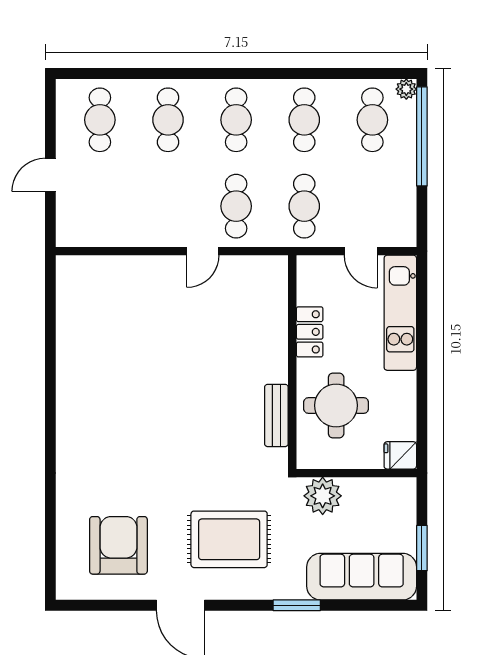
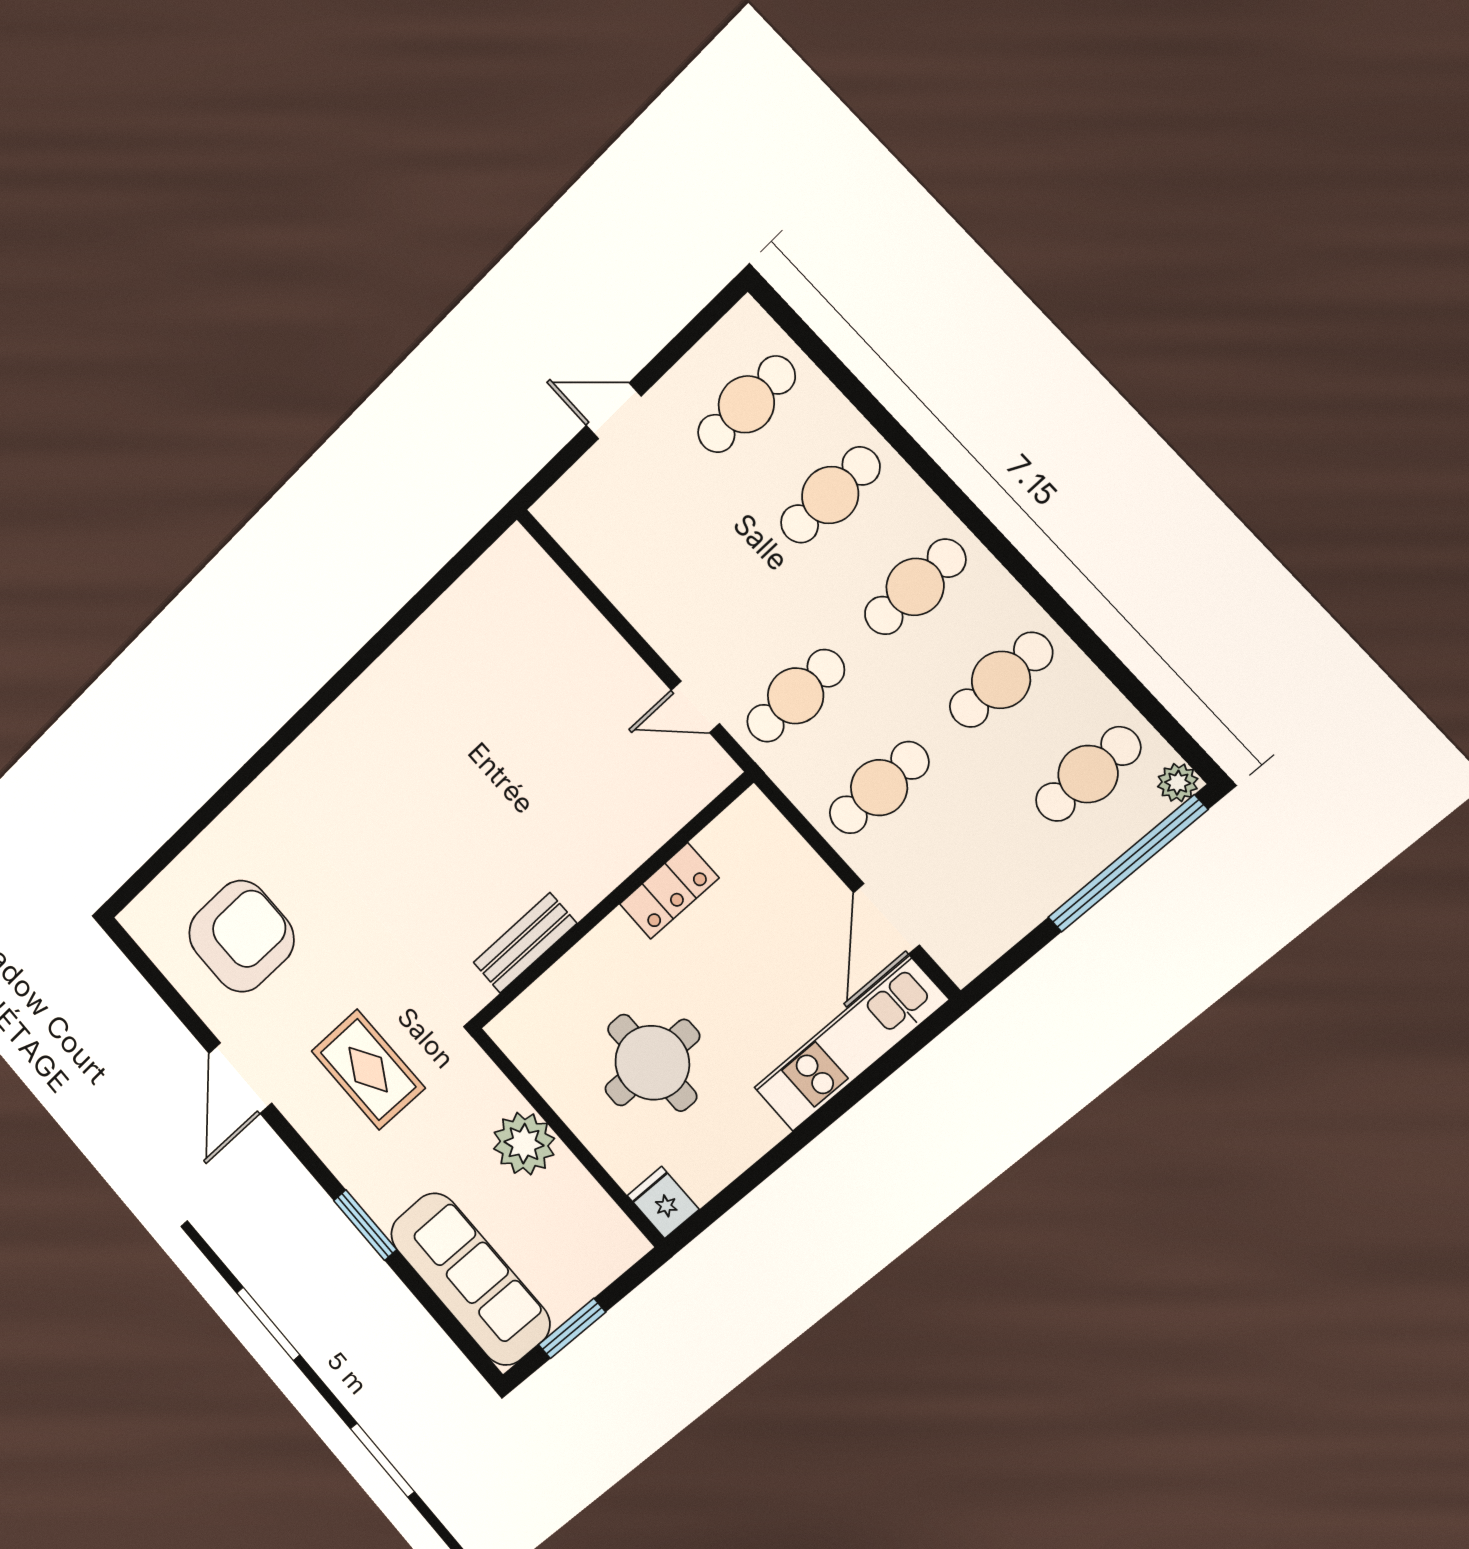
door: (361, 251) -> (886, 919), width x1.38
locker: (310, 332) -> (669, 891), moved
wall: (292, 362) -> (610, 903), moved
bench: (276, 415) -> (525, 943), moved
rug: (229, 539) -> (368, 1070), width x0.73, depth x0.70

